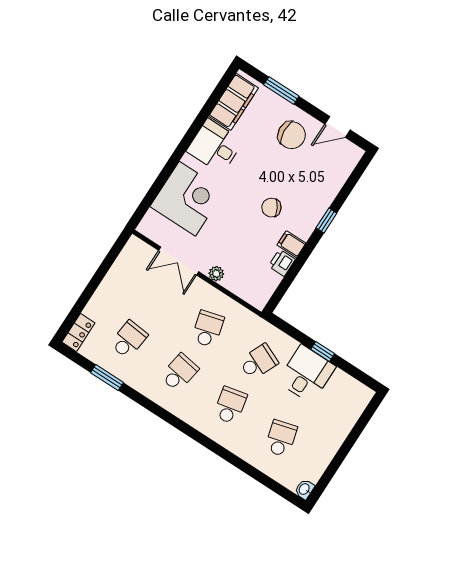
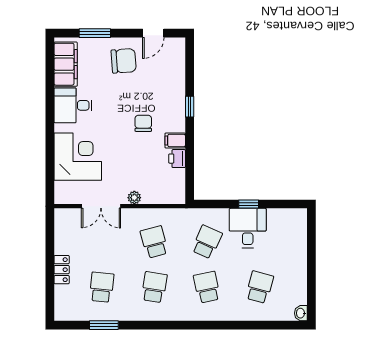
chair: (271, 208) -> (143, 123), turned 119
locker: (78, 333) -> (62, 270), moved
school desk: (281, 438) -> (260, 287), turned 30

